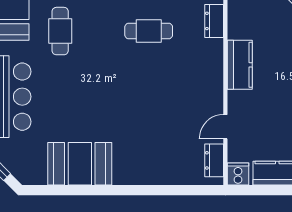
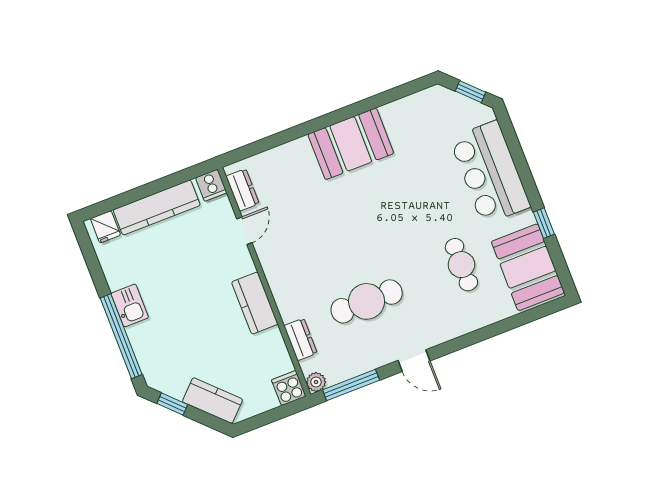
cafe table: (149, 31) -> (367, 301), width x1.37, depth x1.35
booth: (80, 164) -> (351, 144), moved

